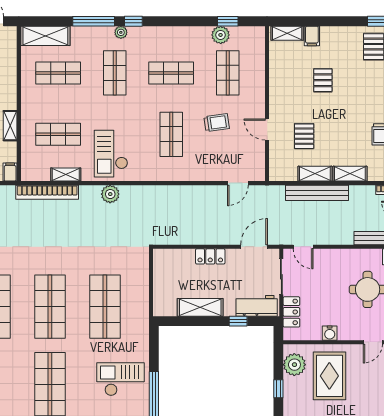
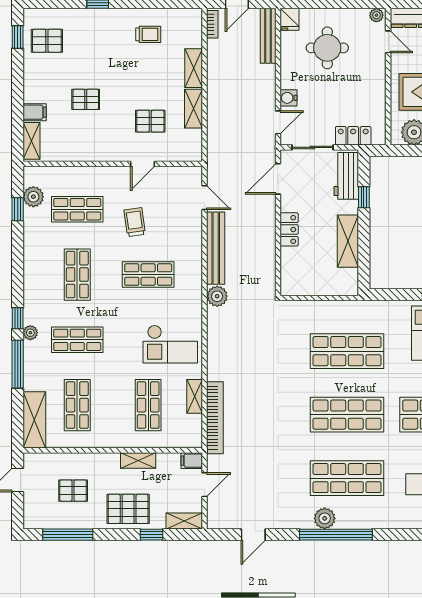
plant: (221, 35) -> (33, 197), moved
bench: (317, 193) -> (216, 248), moved
plant: (110, 194) -> (217, 296), moved
door: (254, 247) -> (278, 179), hinge flipped
water cooler: (330, 333) -> (288, 98), moved, turned 180

